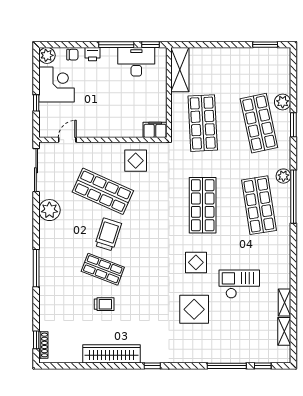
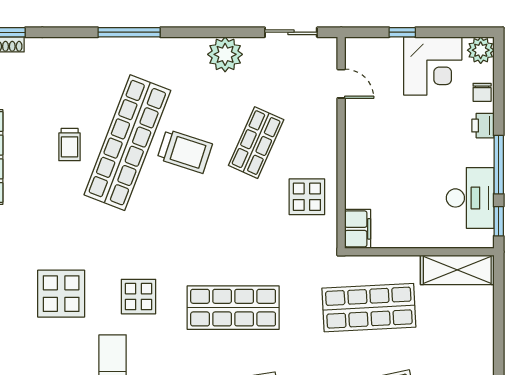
sliding door: (36, 170) -> (291, 32), width x0.73
shop shelf: (103, 191) -> (256, 143), width x0.70, depth x0.74
shop shelf: (103, 269) -> (127, 143), width x2.00, depth x1.36

